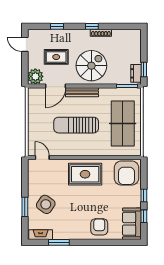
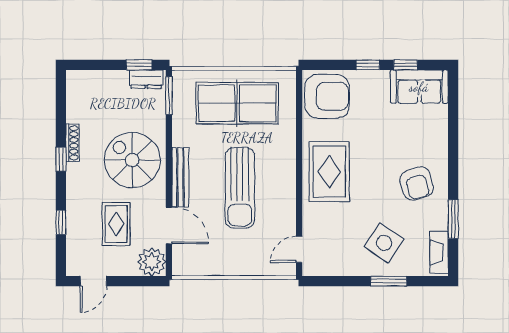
armchair: (99, 227) -> (417, 184), moved, turned -107

